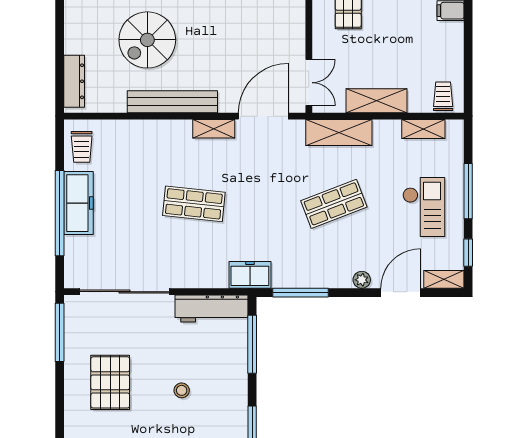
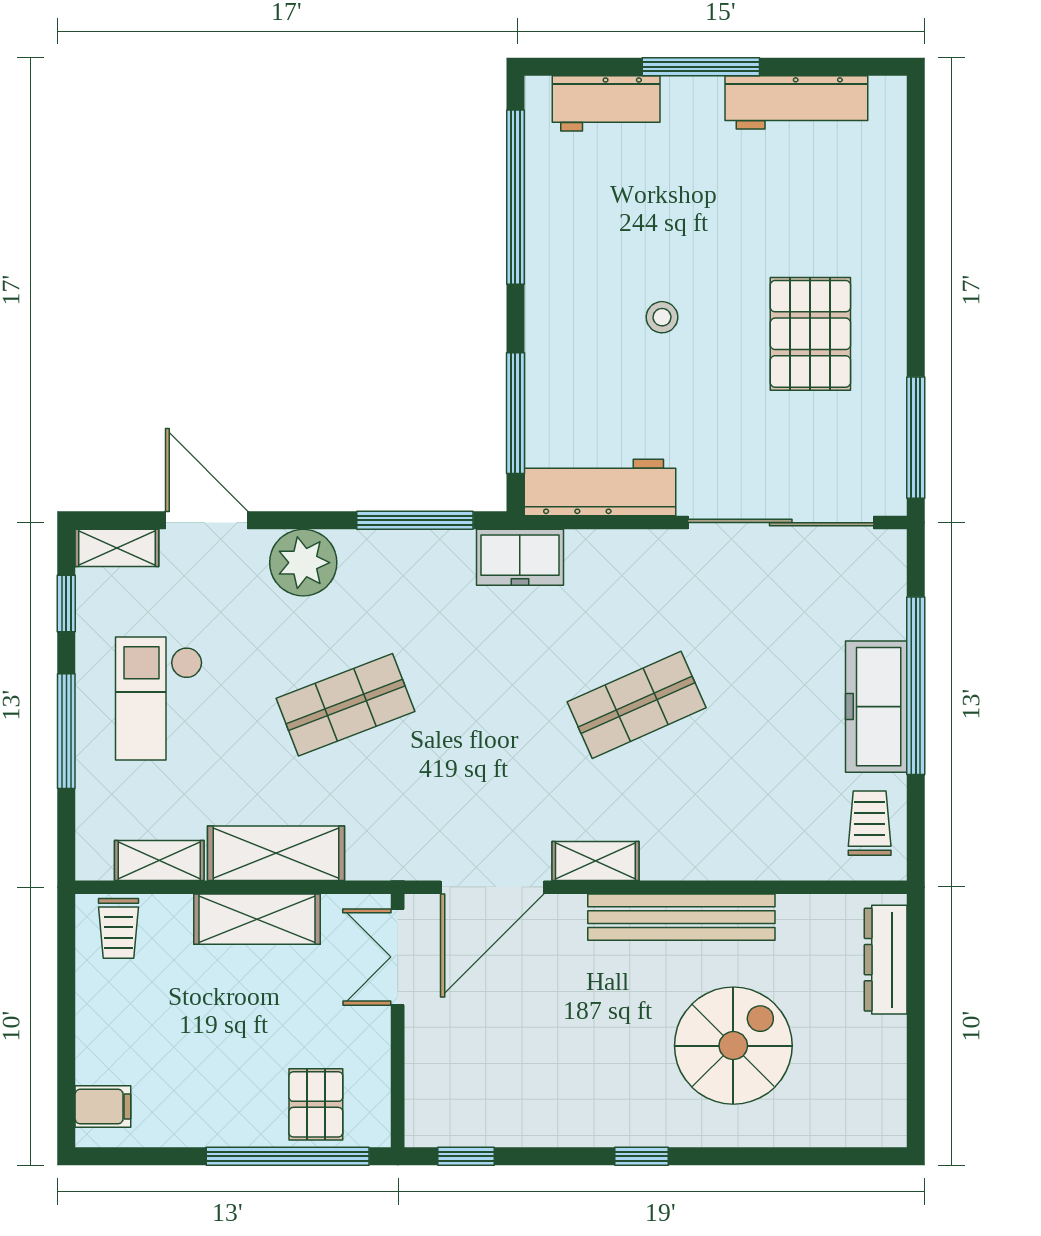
shelving: (339, 133) -> (276, 853), moved
shop shelf: (194, 204) -> (637, 705), turned -30
plant: (362, 280) -> (303, 563), width x1.87, depth x1.87
door: (401, 293) -> (207, 520), swing flipped

